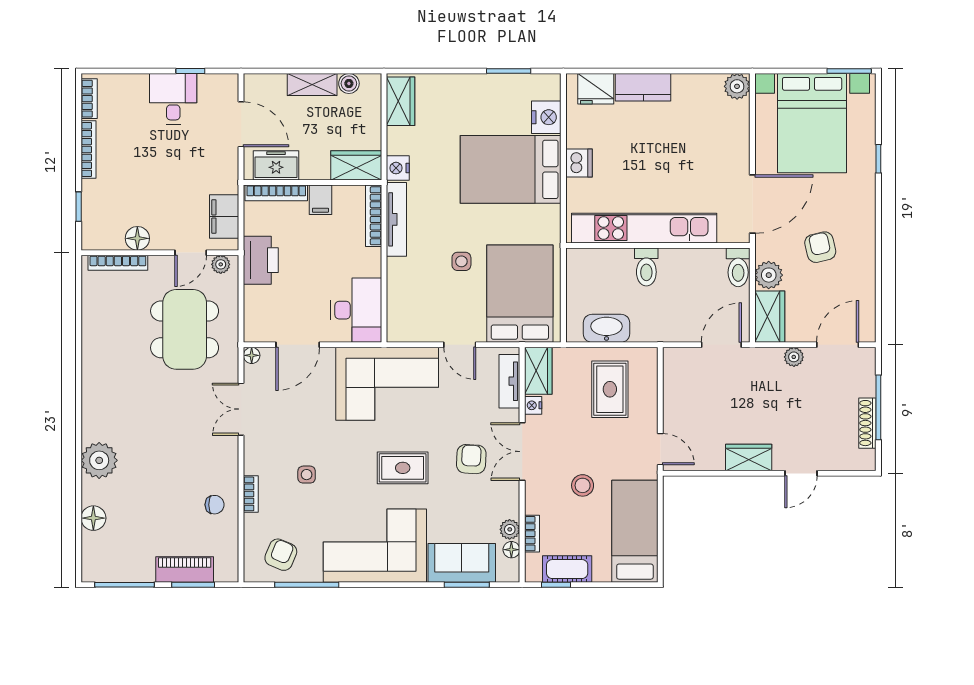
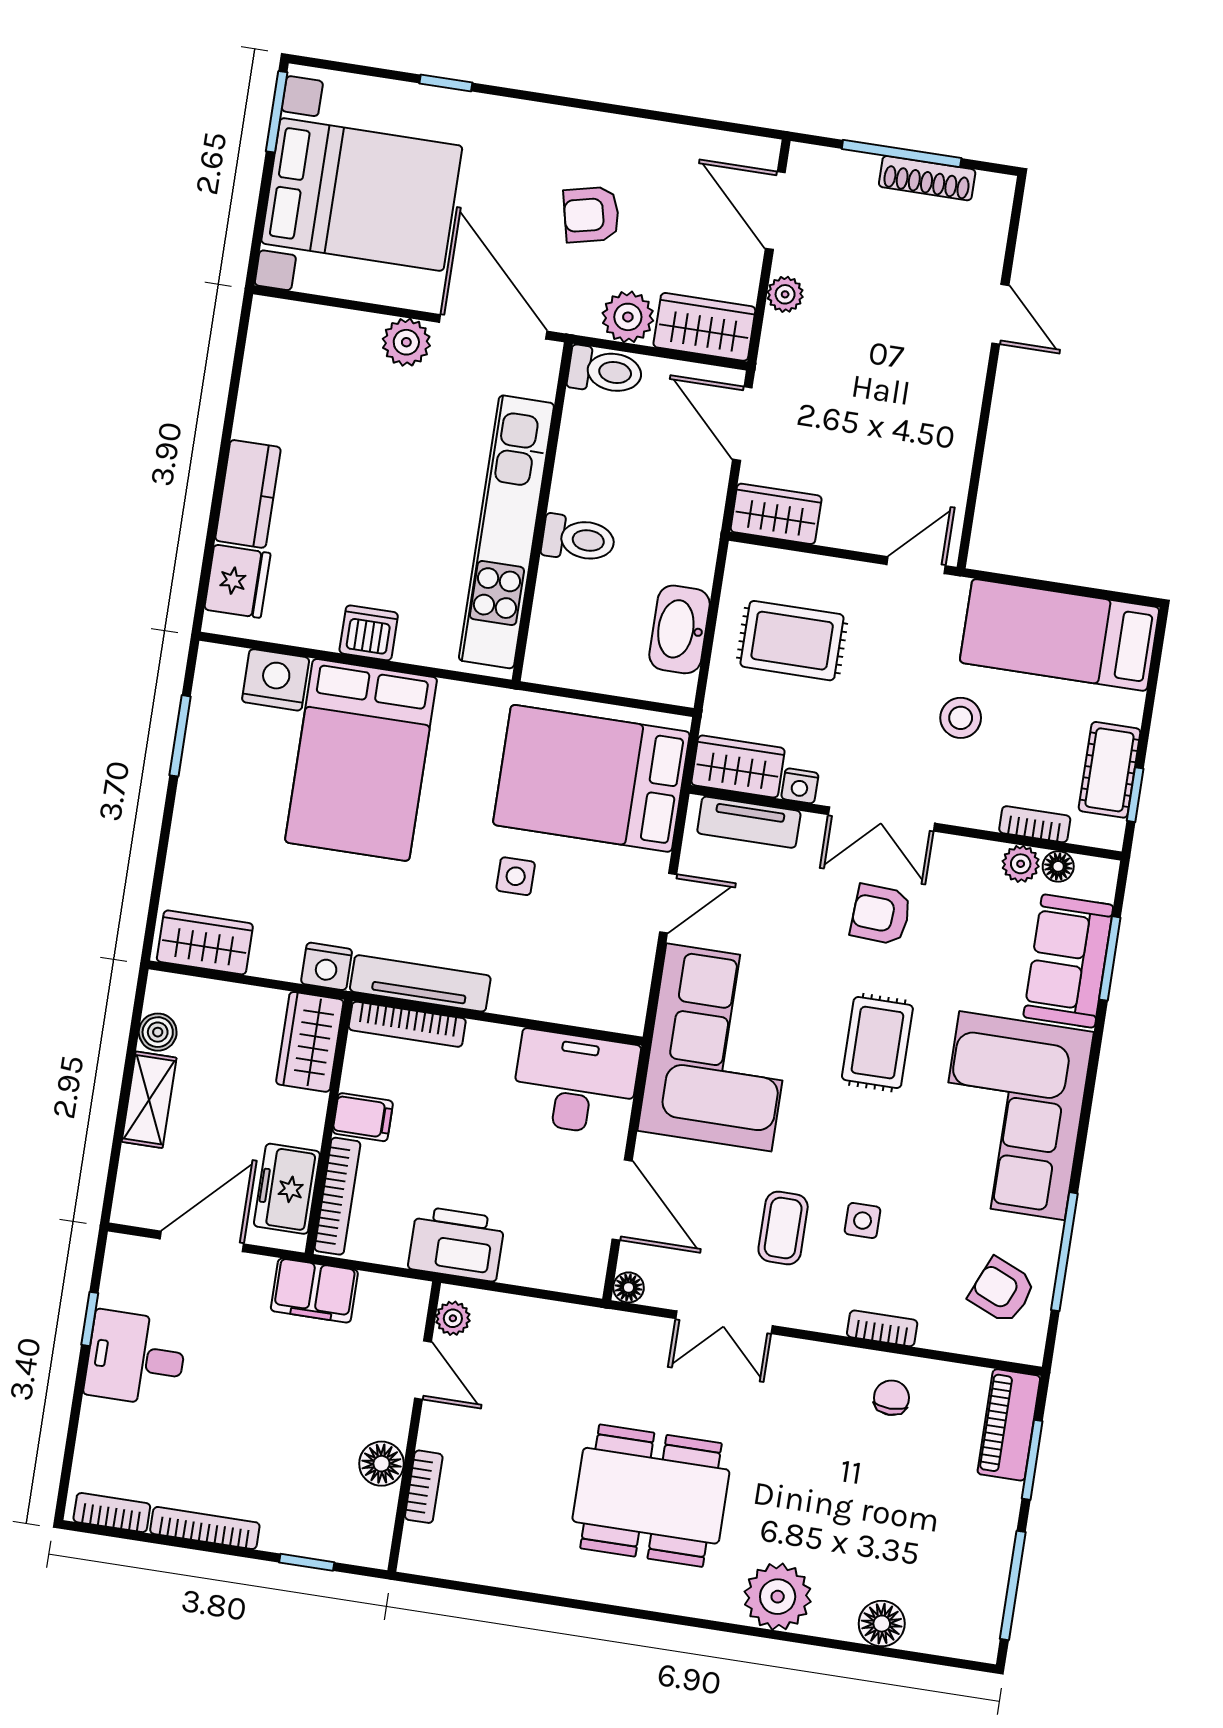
plant: (737, 86) -> (406, 342), moved
filing cabinet: (224, 217) -> (314, 1291), moved
bookcase: (118, 263) -> (424, 1487), width x0.64
dining table: (185, 329) -> (651, 1496), moved
coffee table: (296, 433) -> (783, 1228), added
wardrobe: (749, 458) -> (776, 514), moved, turned 90
piano: (185, 569) -> (1009, 1425), moved

